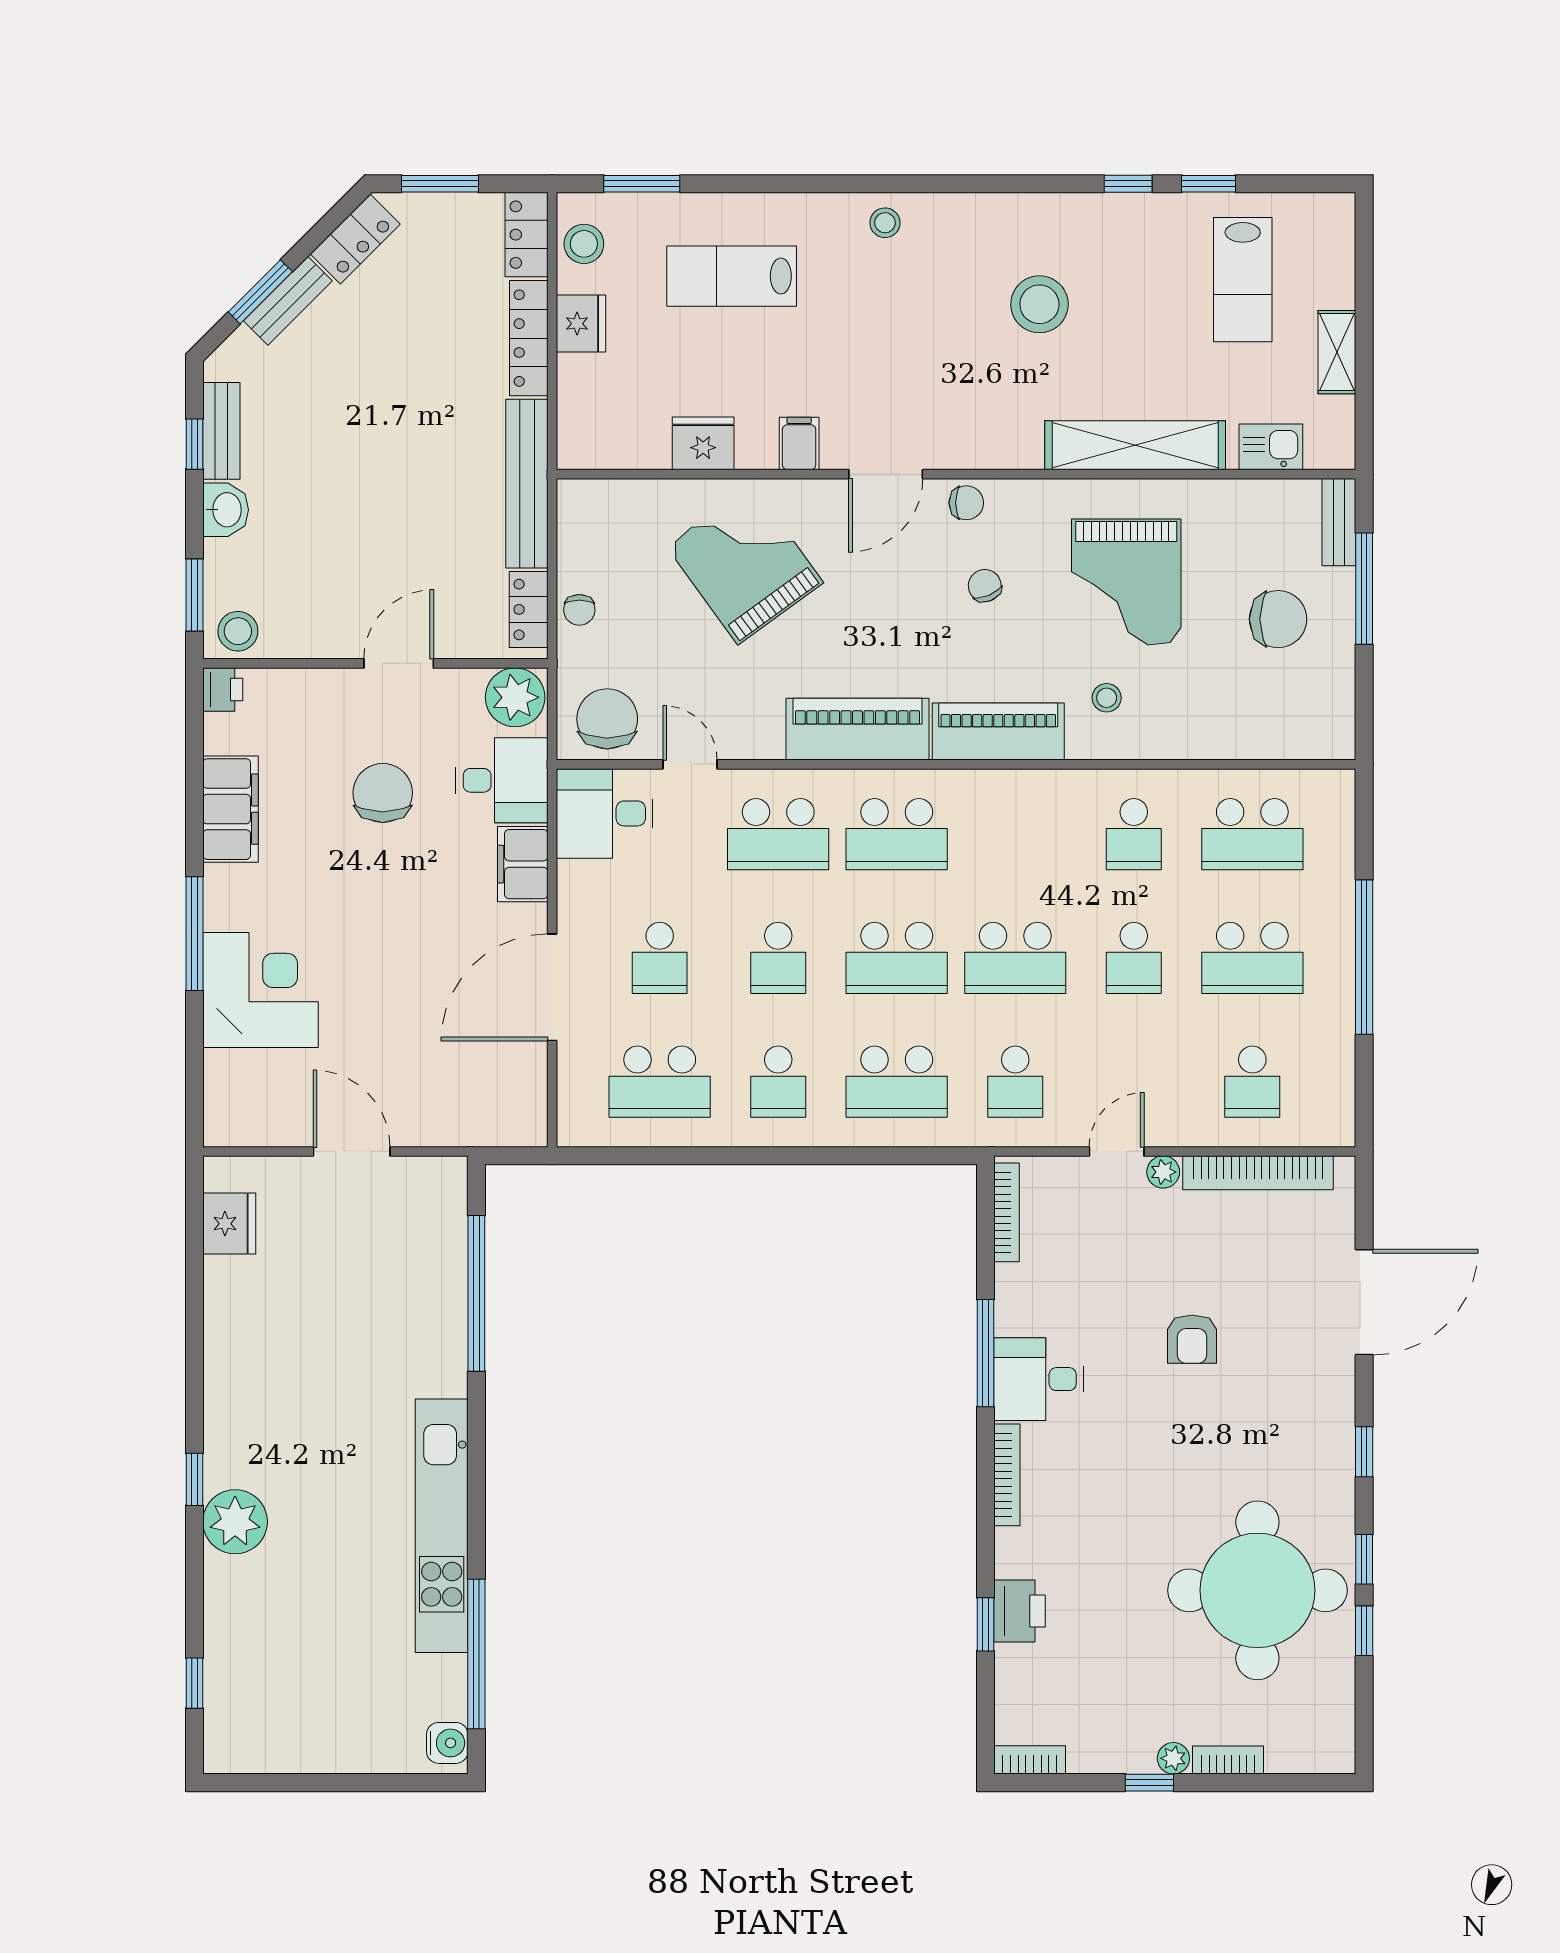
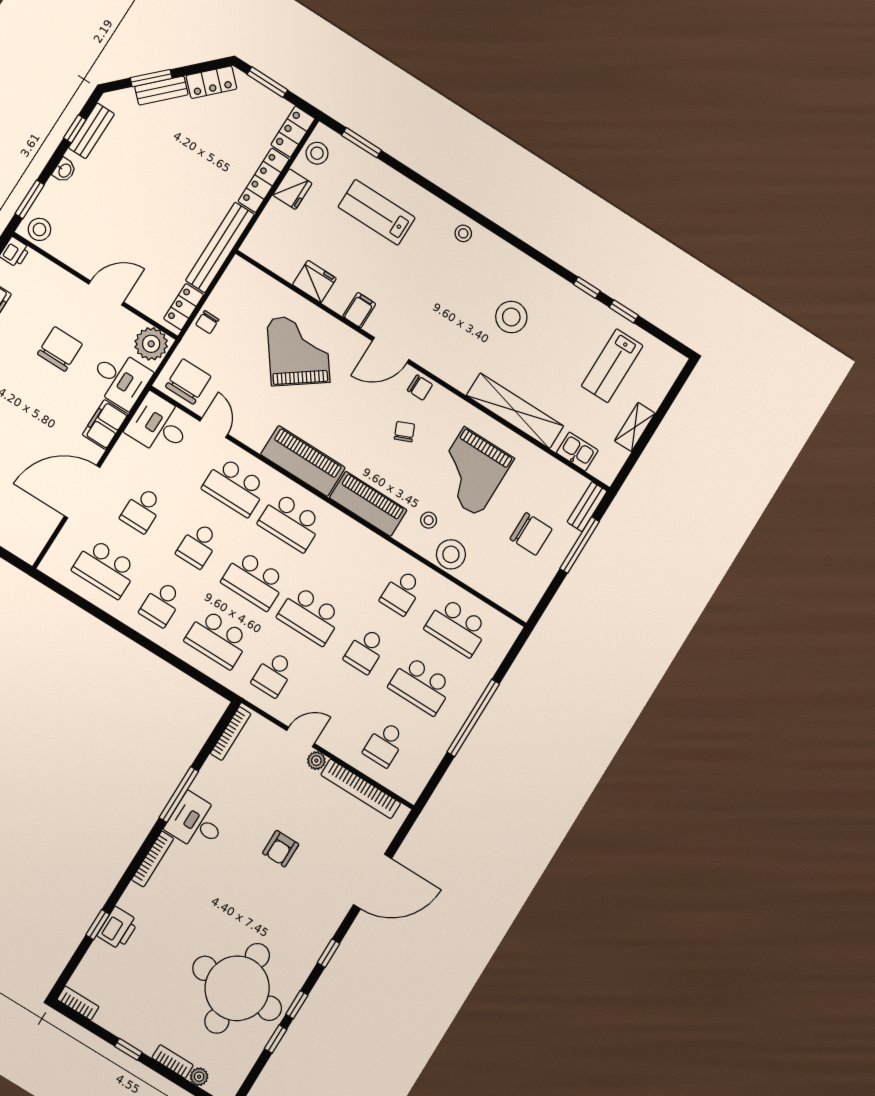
washbasin: (226, 510) -> (64, 170), width x0.72, depth x0.69
stool: (1174, 728) -> (451, 554), added
plant: (1173, 1758) -> (199, 1077), moved

